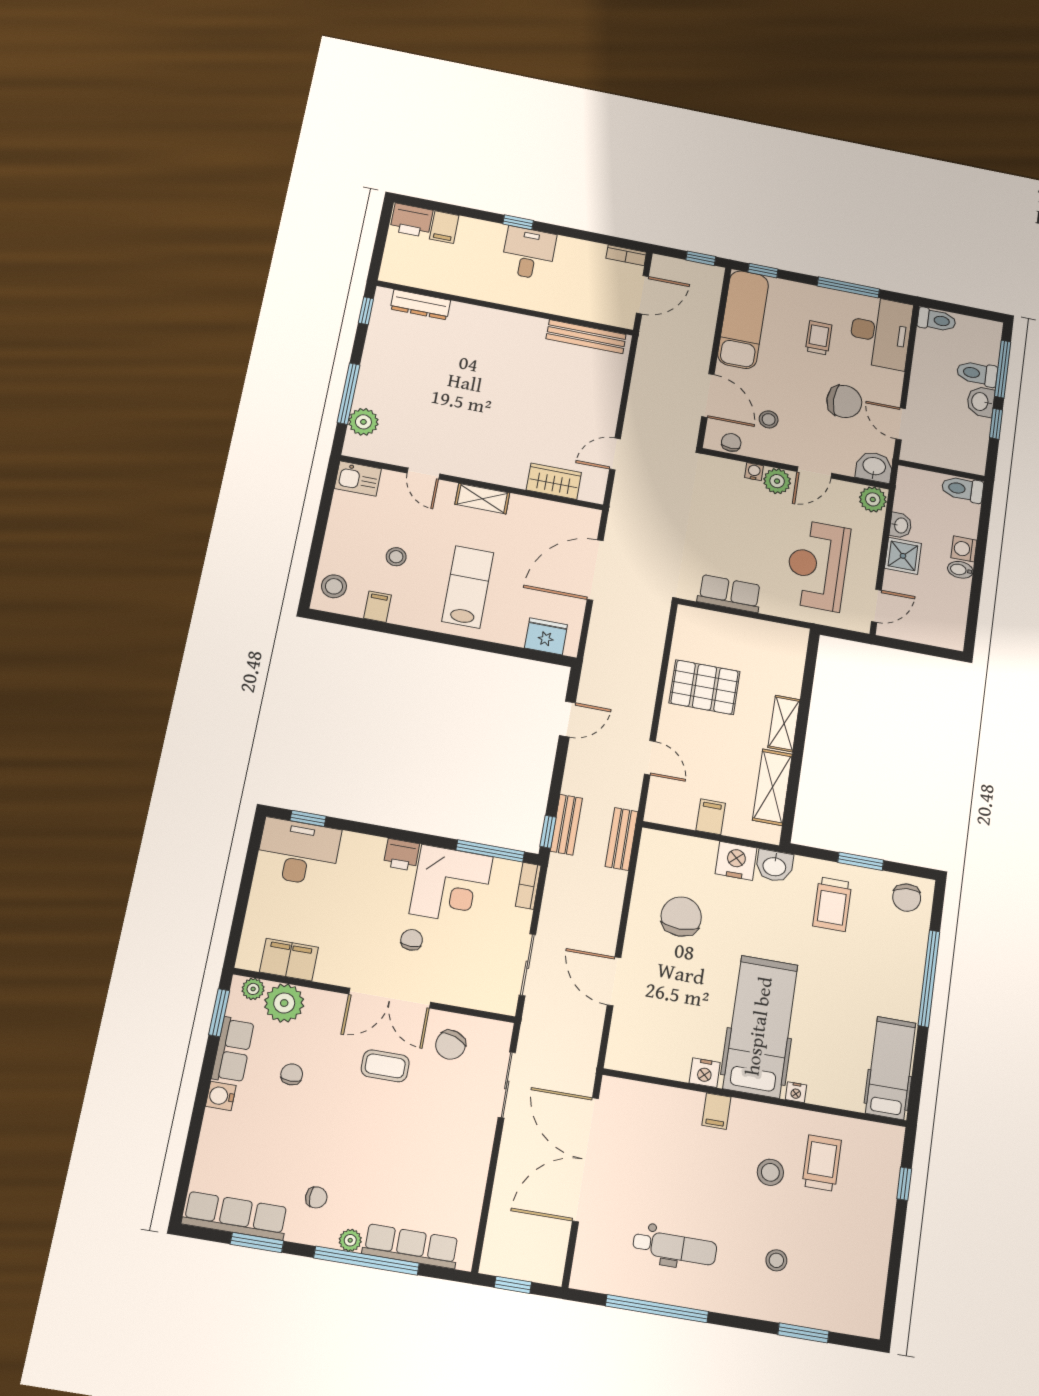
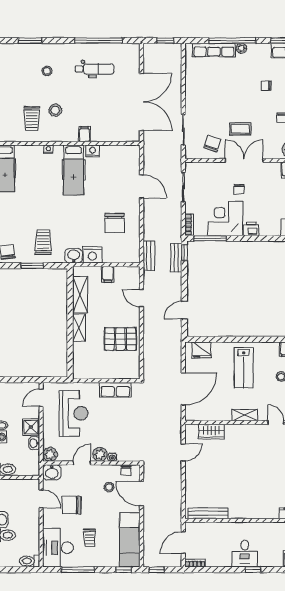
hospital bed: (760, 1026) -> (74, 170), width x0.73, depth x0.78
chair: (316, 1197) -> (266, 86), moved
dental chair: (675, 1247) -> (94, 69), turned 180

